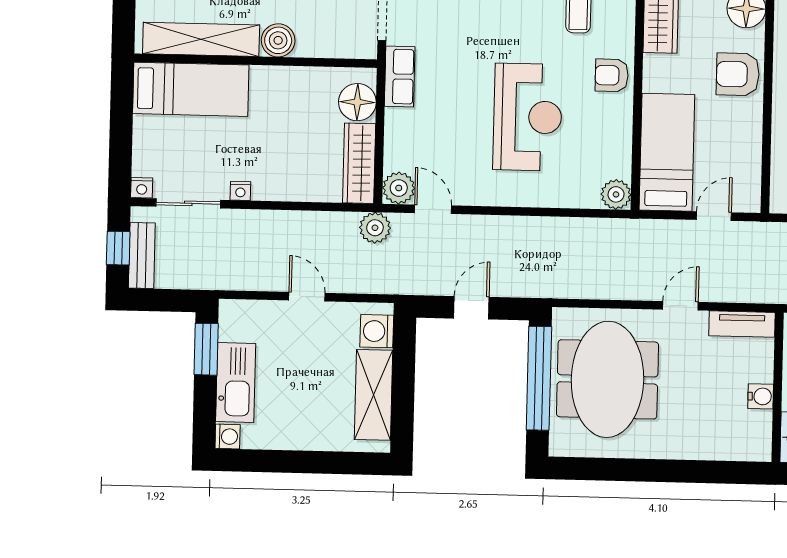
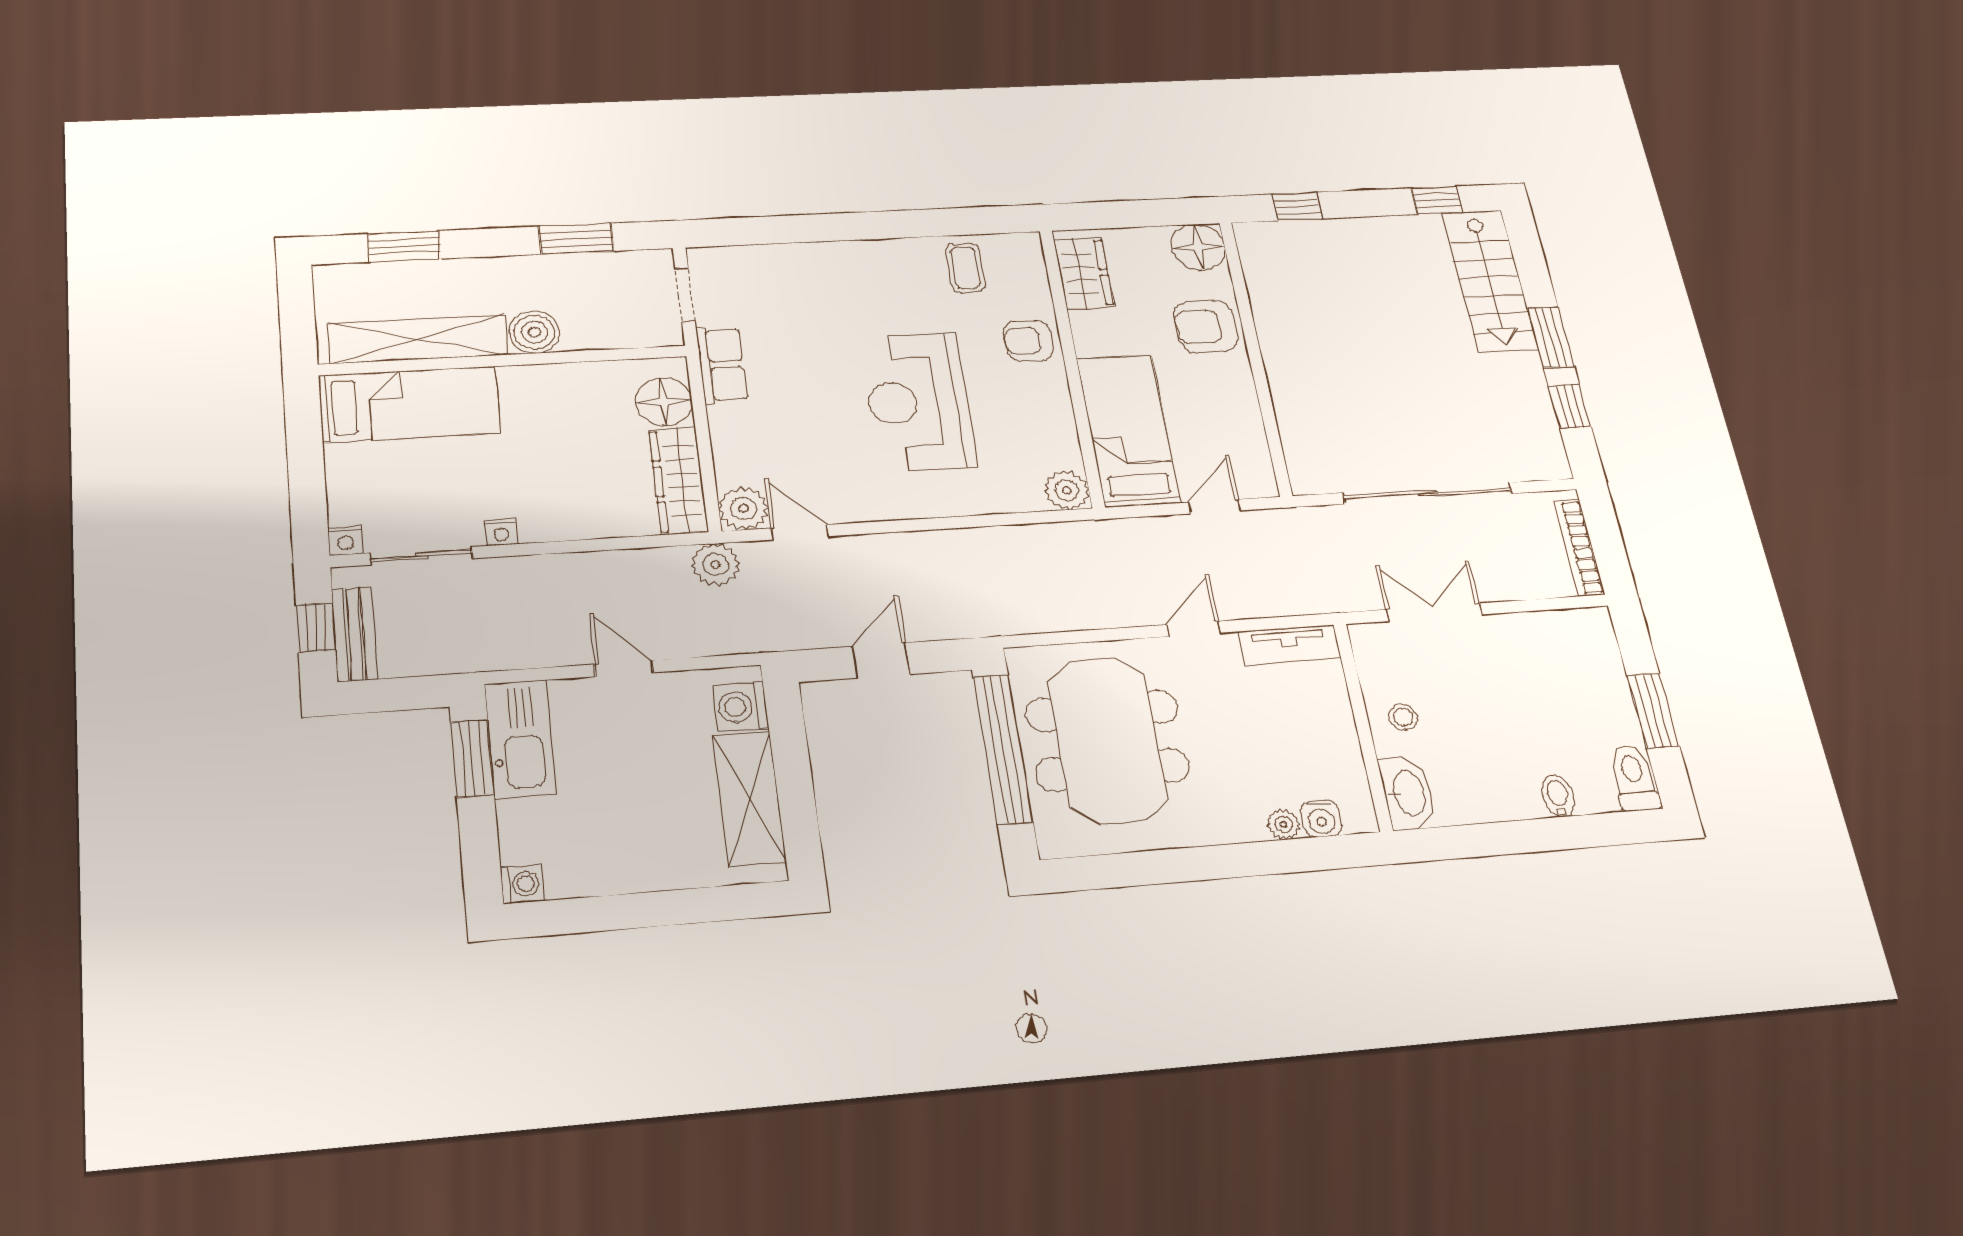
reception desk: (528, 117) -> (918, 402), turned 180
kitchen sink: (236, 383) -> (520, 739), moved
water cooler: (761, 396) -> (1321, 819), moved, turned 90
plant: (710, 450) -> (1284, 824), added

